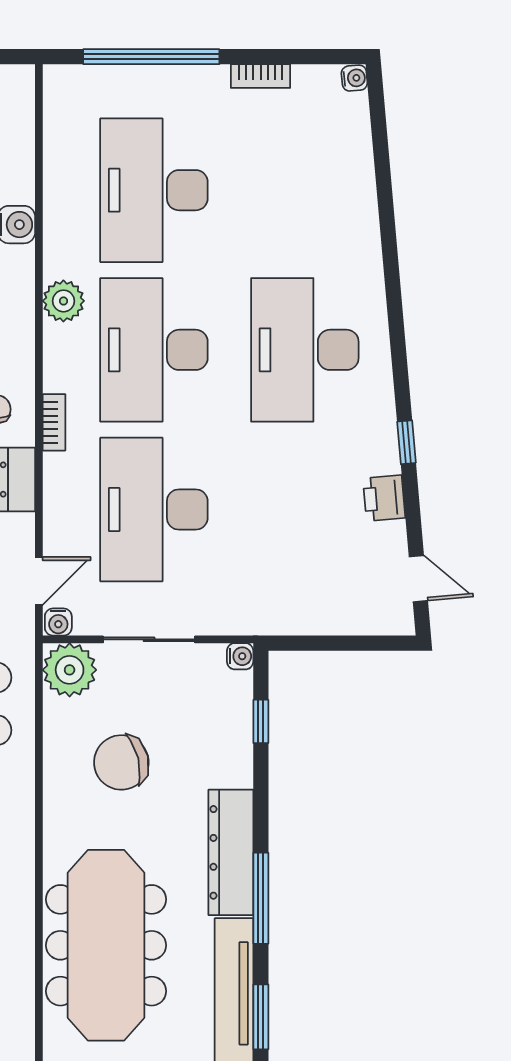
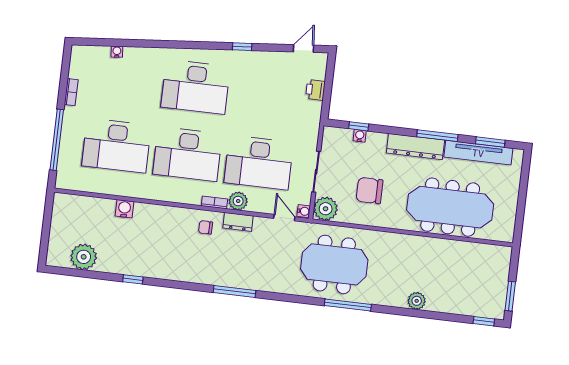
water cooler: (354, 78) -> (117, 52), moved
plant: (63, 301) -> (238, 201), moved
printer: (384, 498) -> (315, 90), moved, turned 95
water cooler: (240, 656) -> (360, 136), moved
chair: (121, 762) -> (370, 191), turned 104

